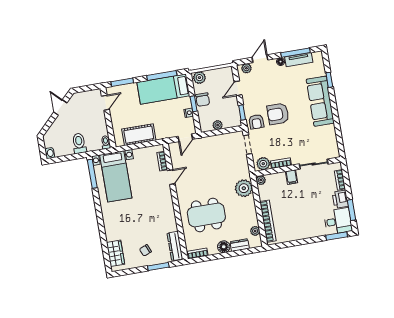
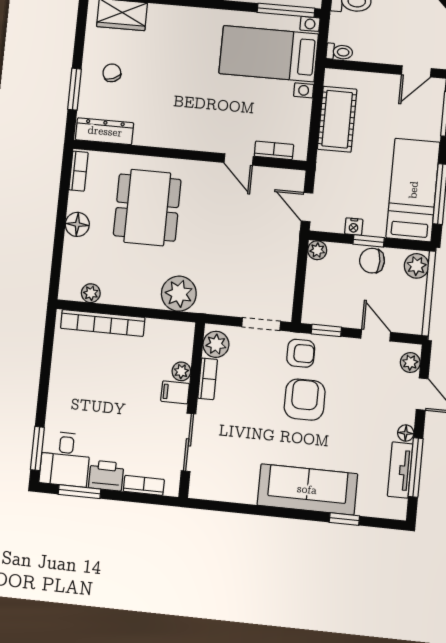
door: (105, 103) -> (416, 71), hinge flipped
armchair: (256, 122) -> (301, 353), turned 180
plant: (218, 125) -> (317, 250), moved
plant: (261, 180) -> (181, 371), moved
dresser: (240, 245) -> (72, 256), removed

